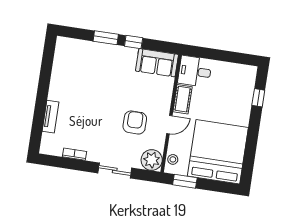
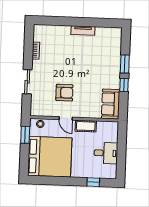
desk: (195, 71) -> (106, 153), moved, turned 90
tv unit: (51, 117) -> (83, 31), moved
plant: (152, 160) -> (38, 108), removed

